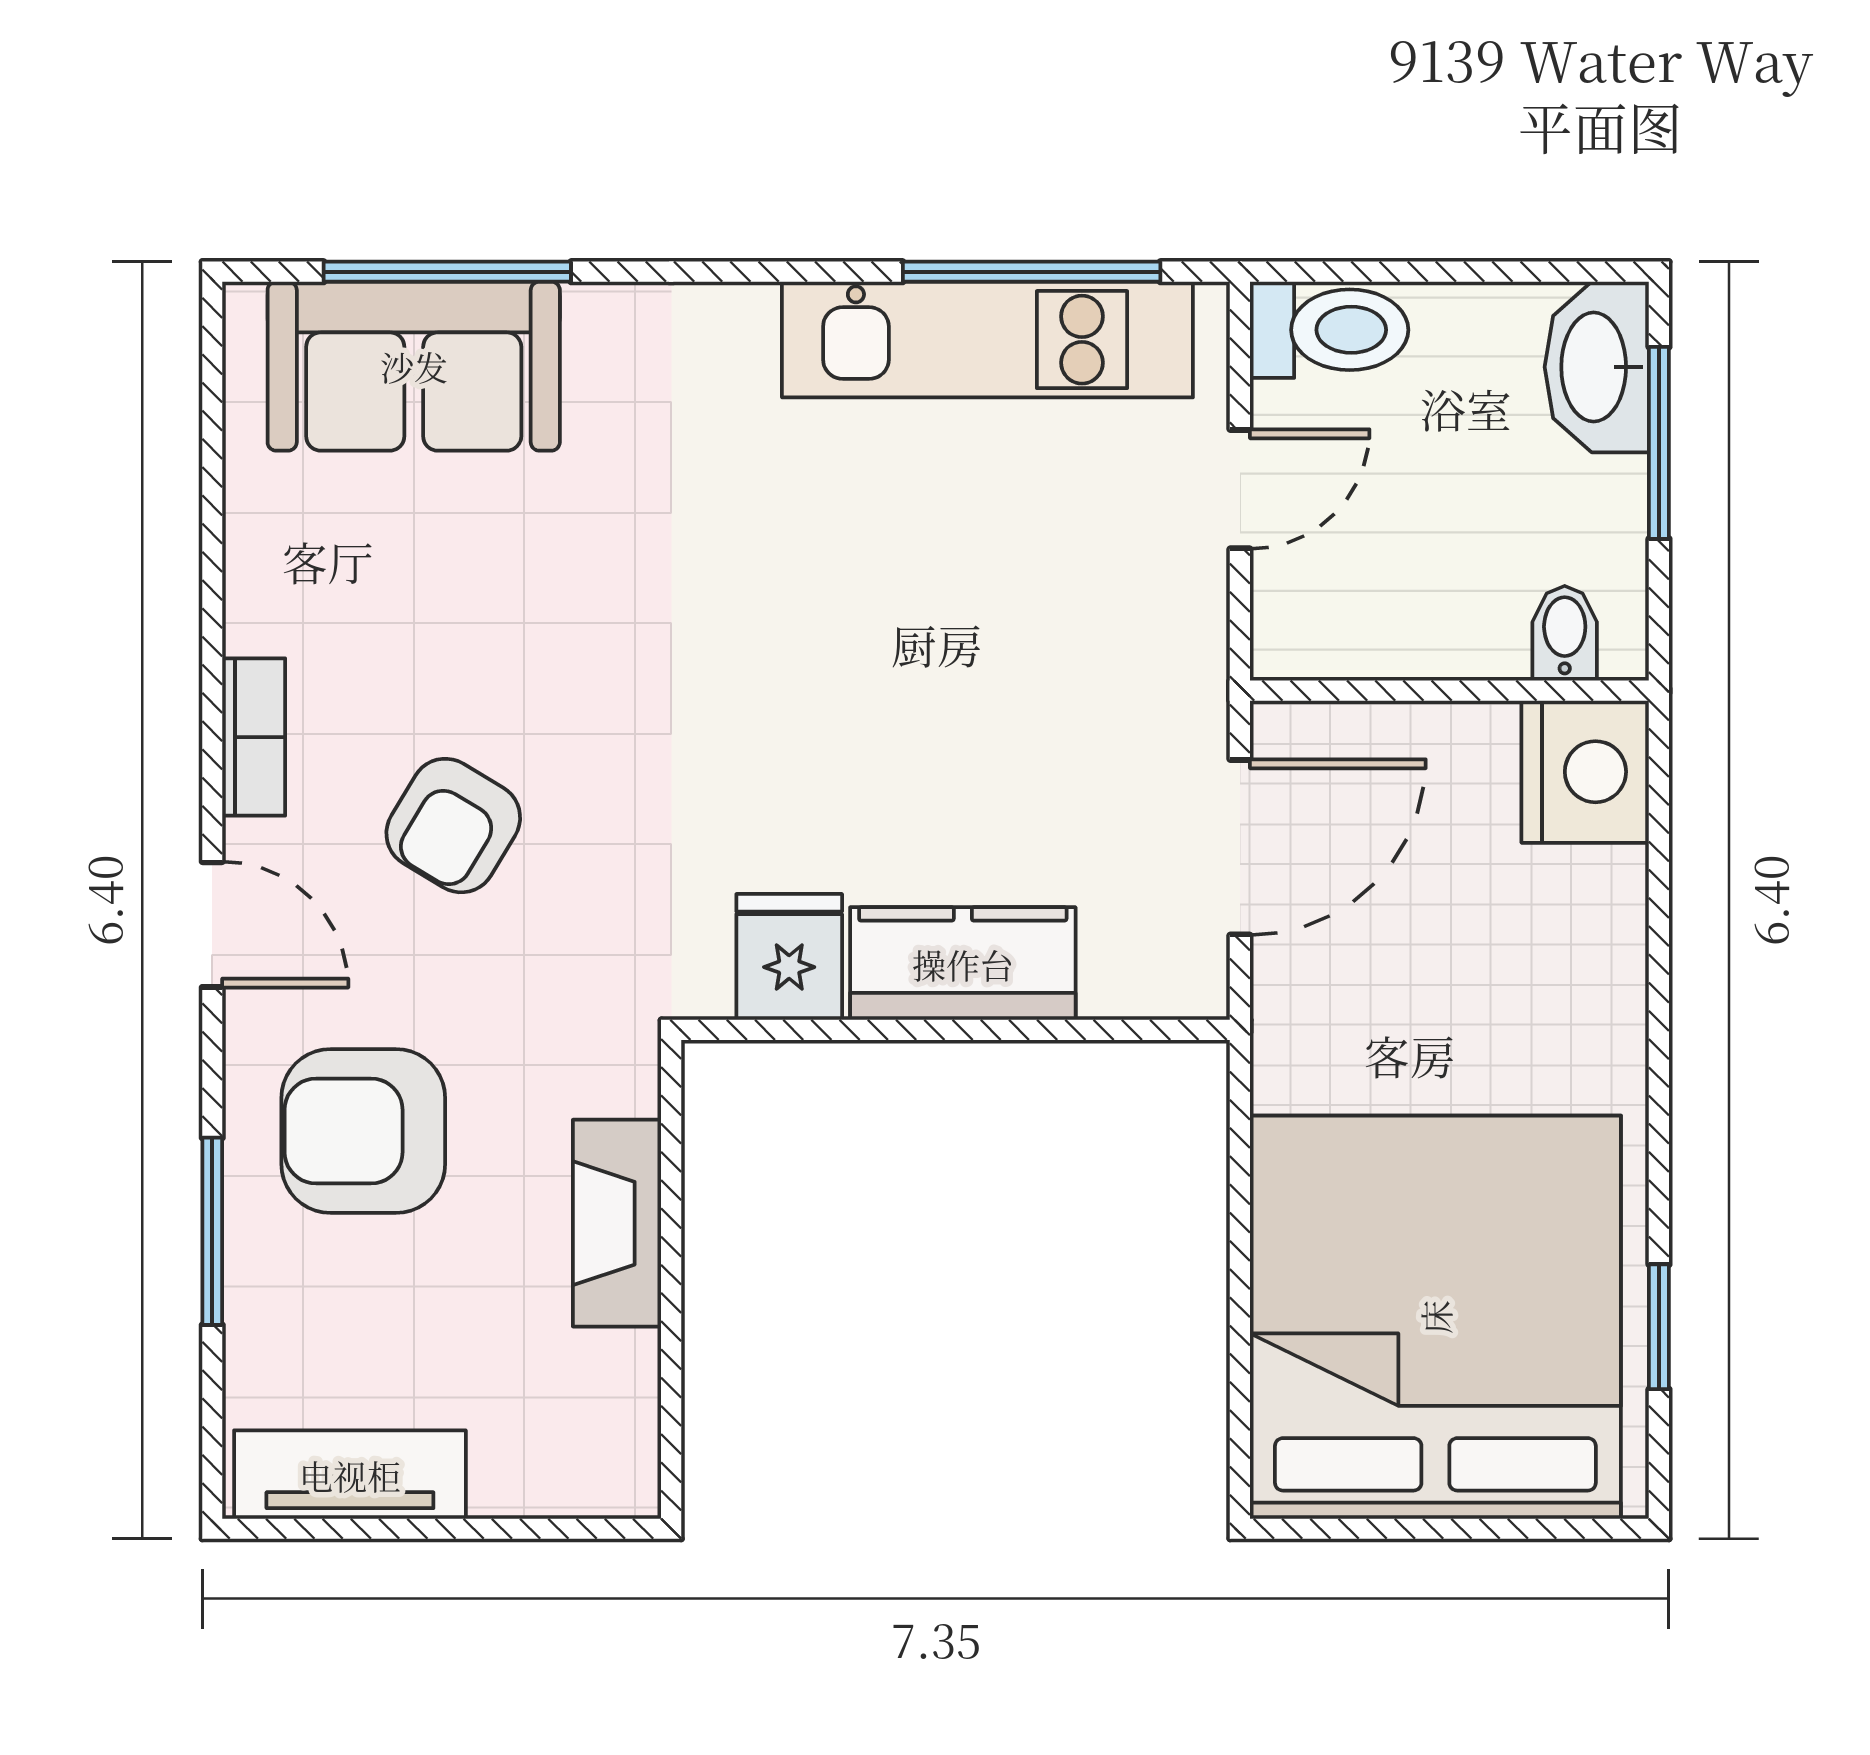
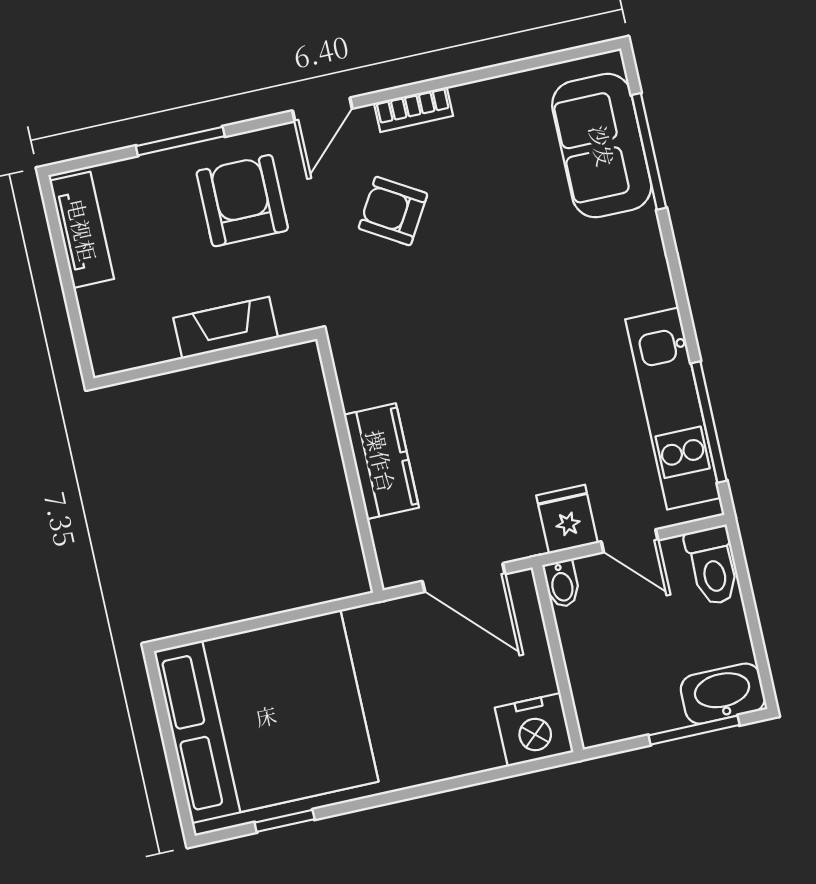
bidet: (1565, 633) -> (562, 584), moved, turned 90
fridge: (789, 957) -> (567, 519), moved, turned -90

